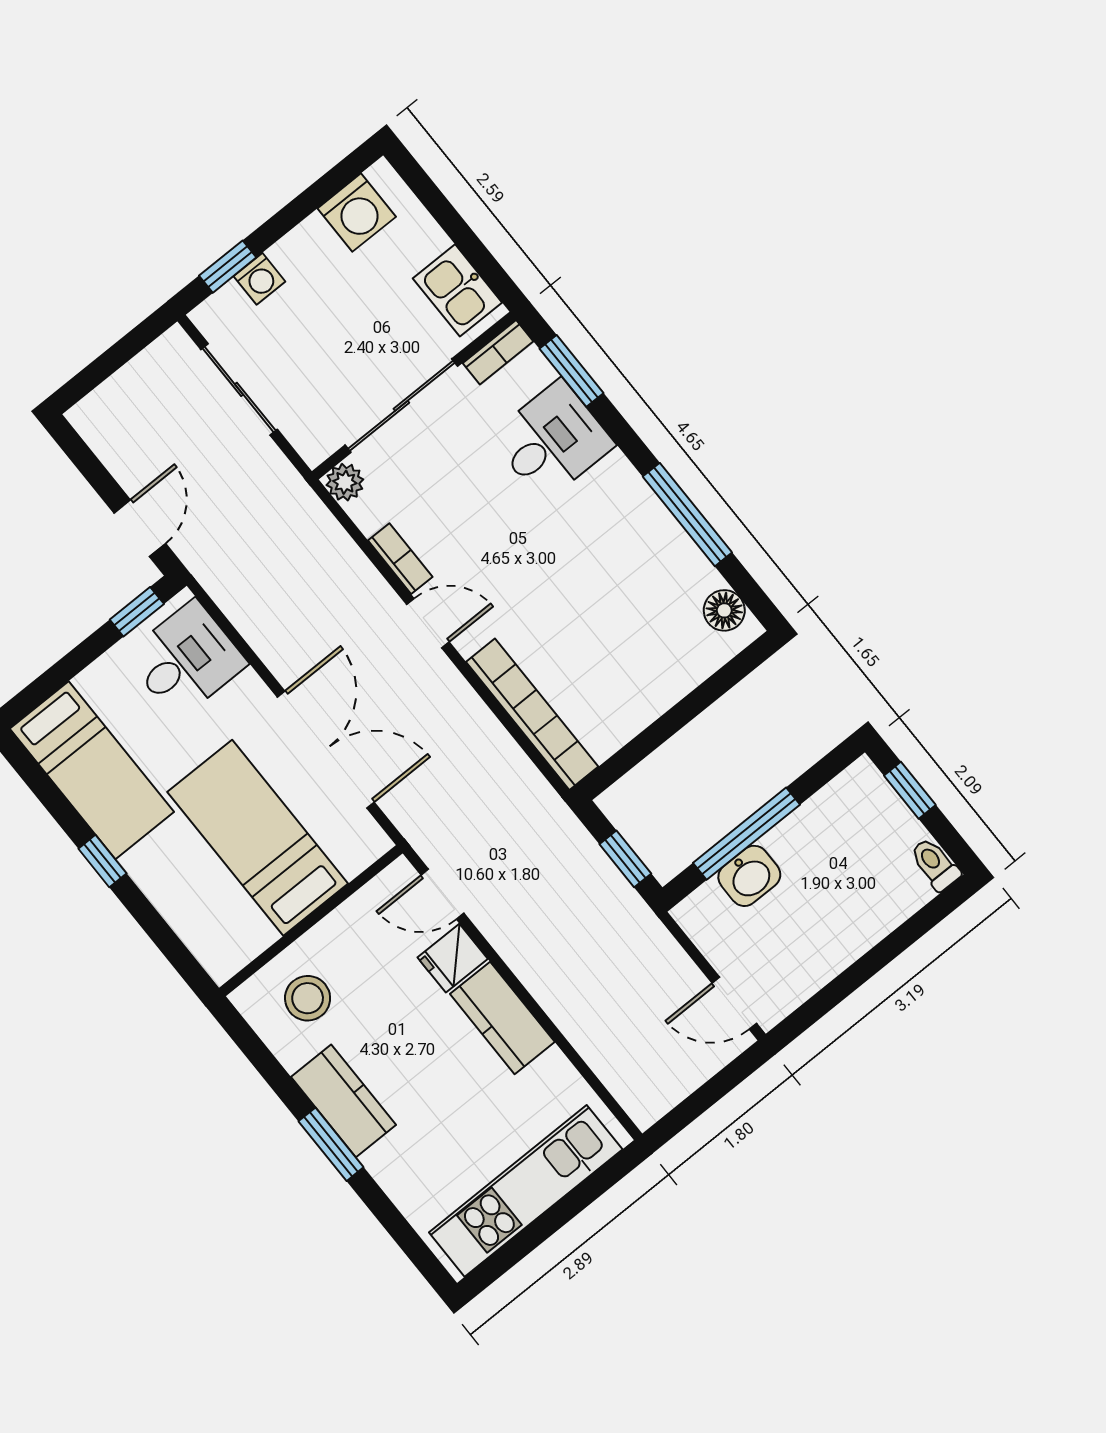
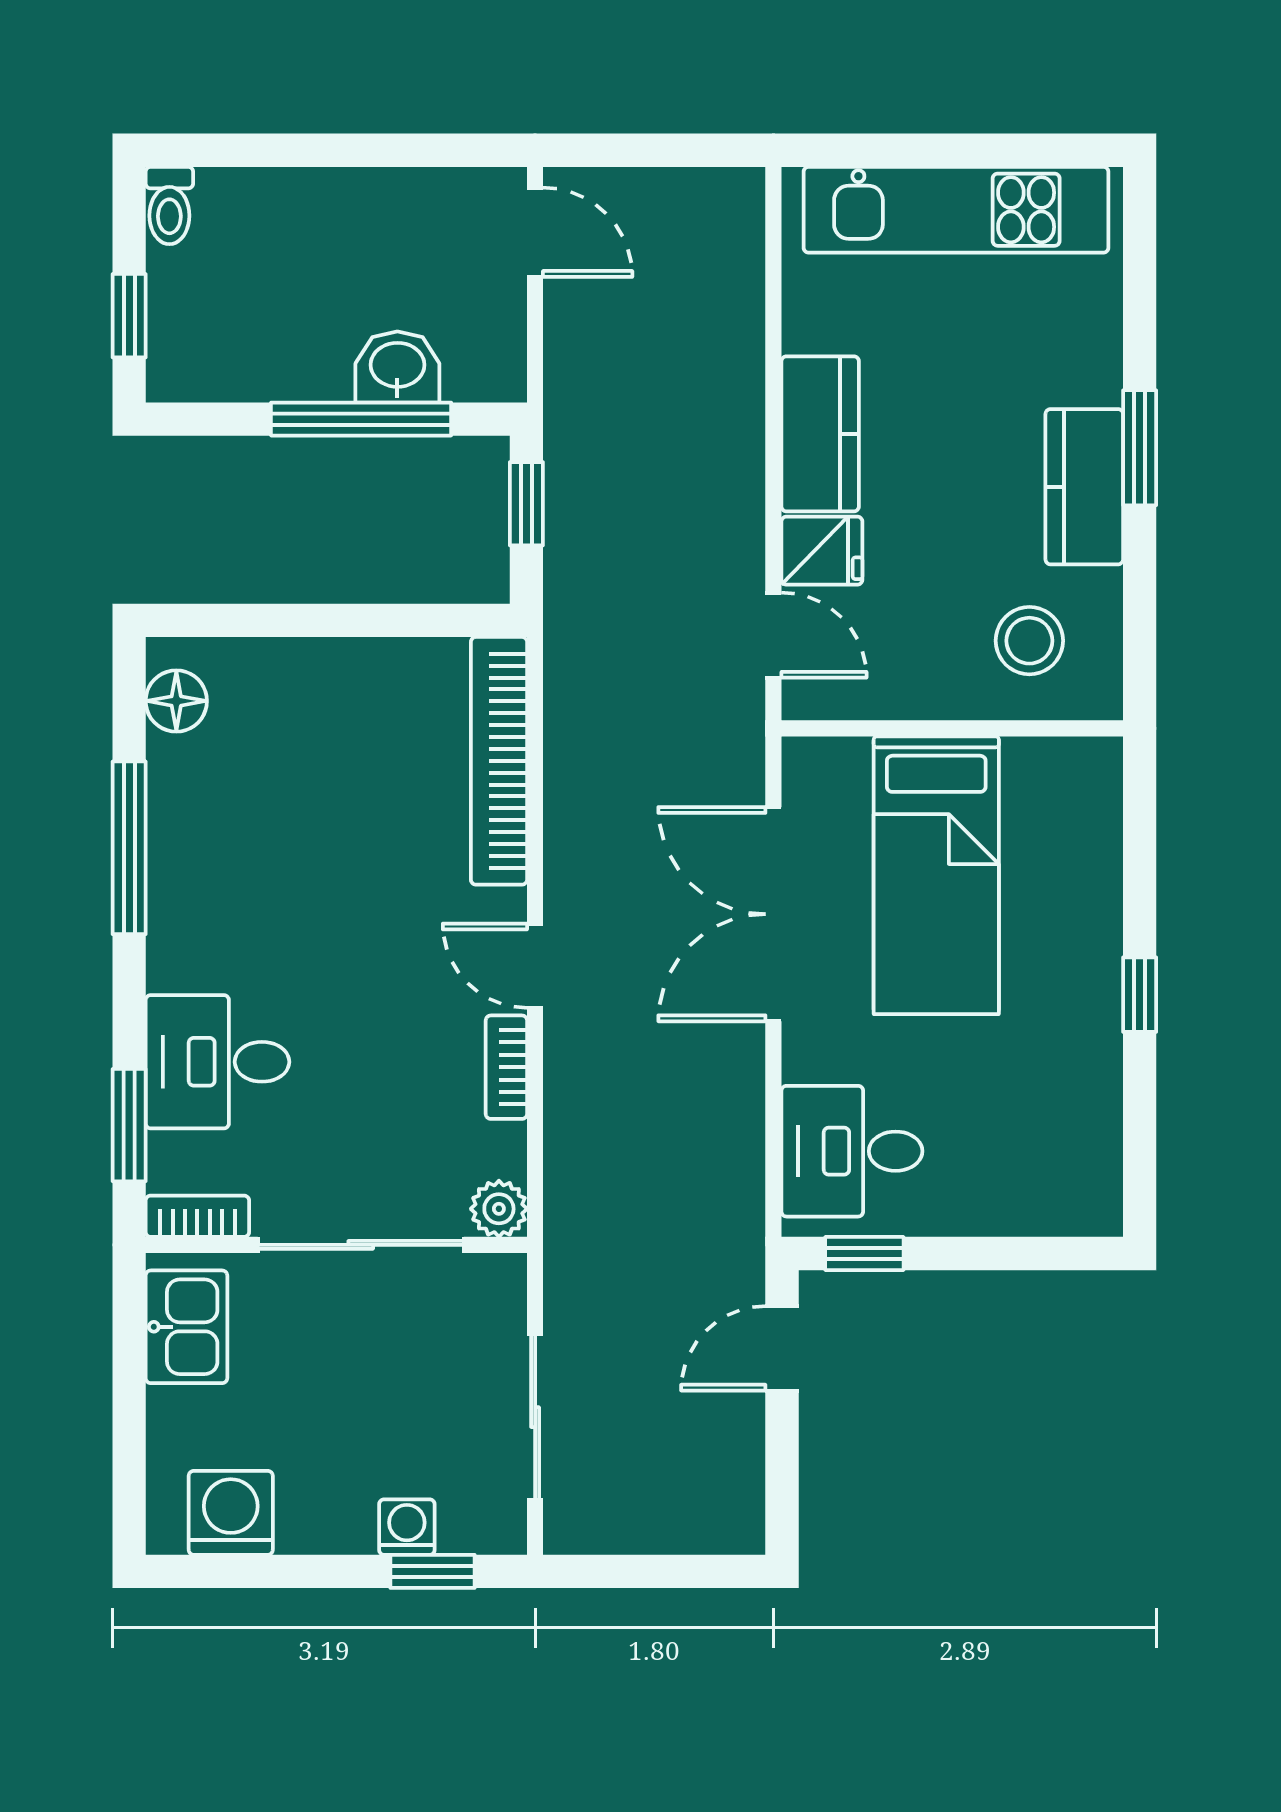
bed: (92, 770) -> (1066, 1111), removed

